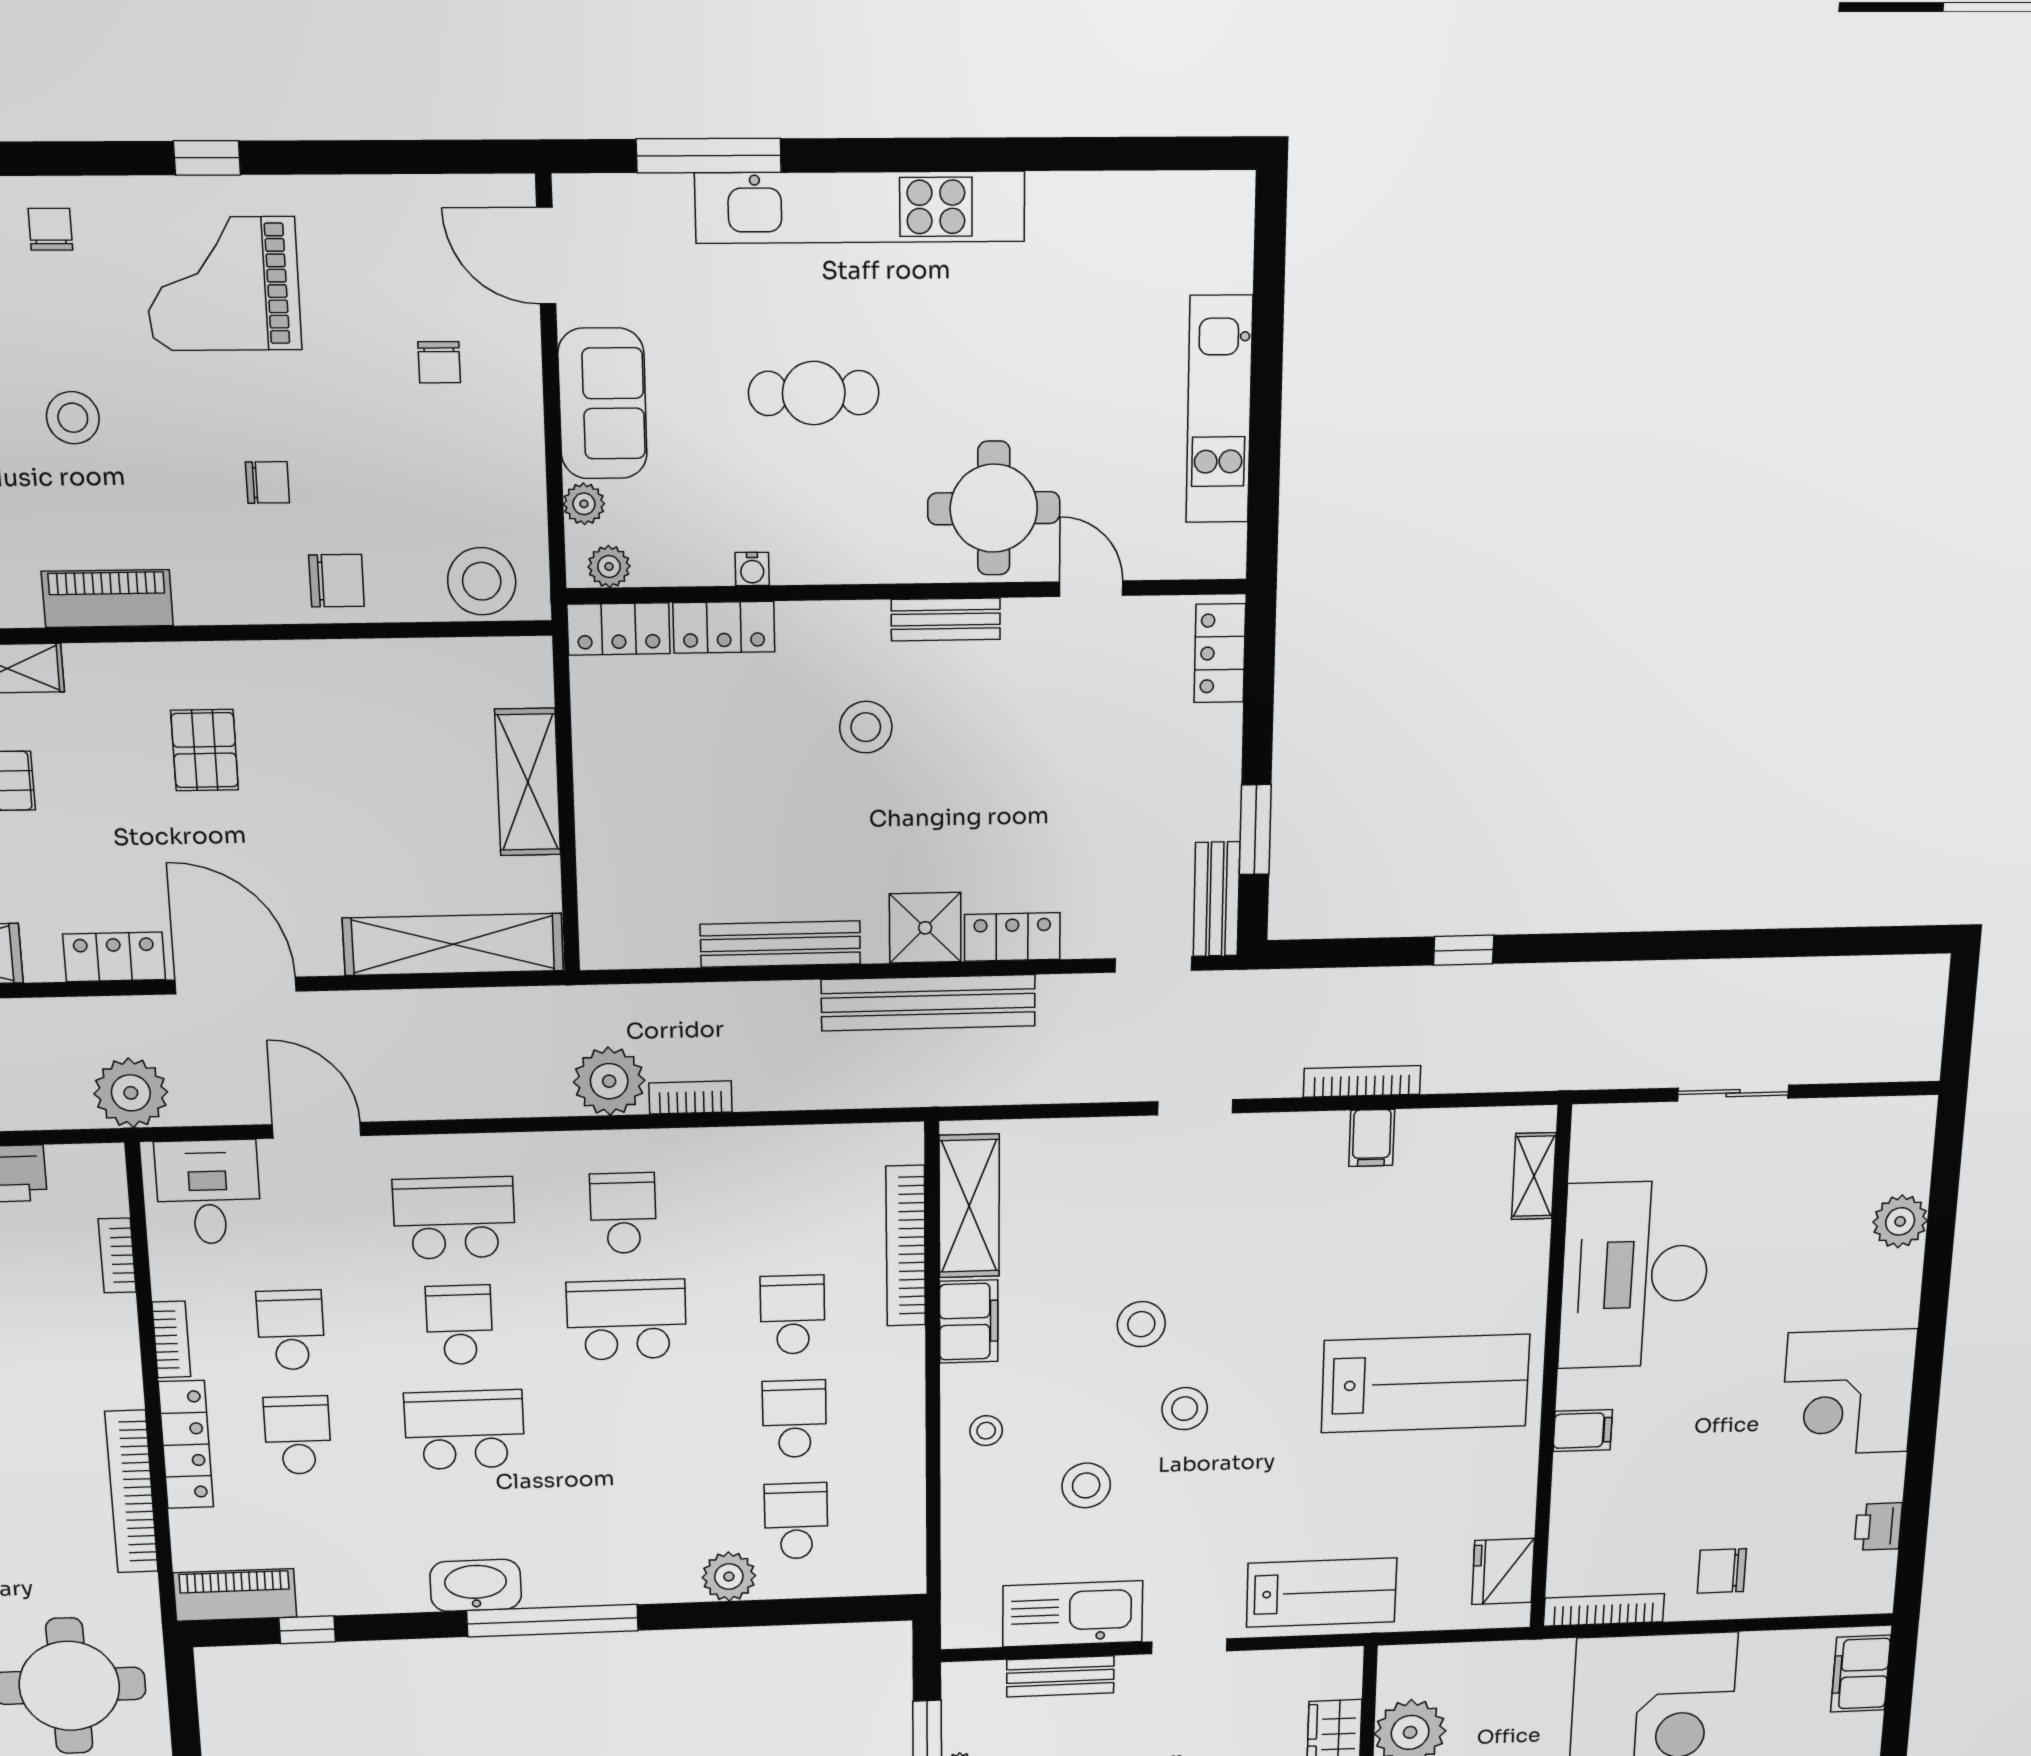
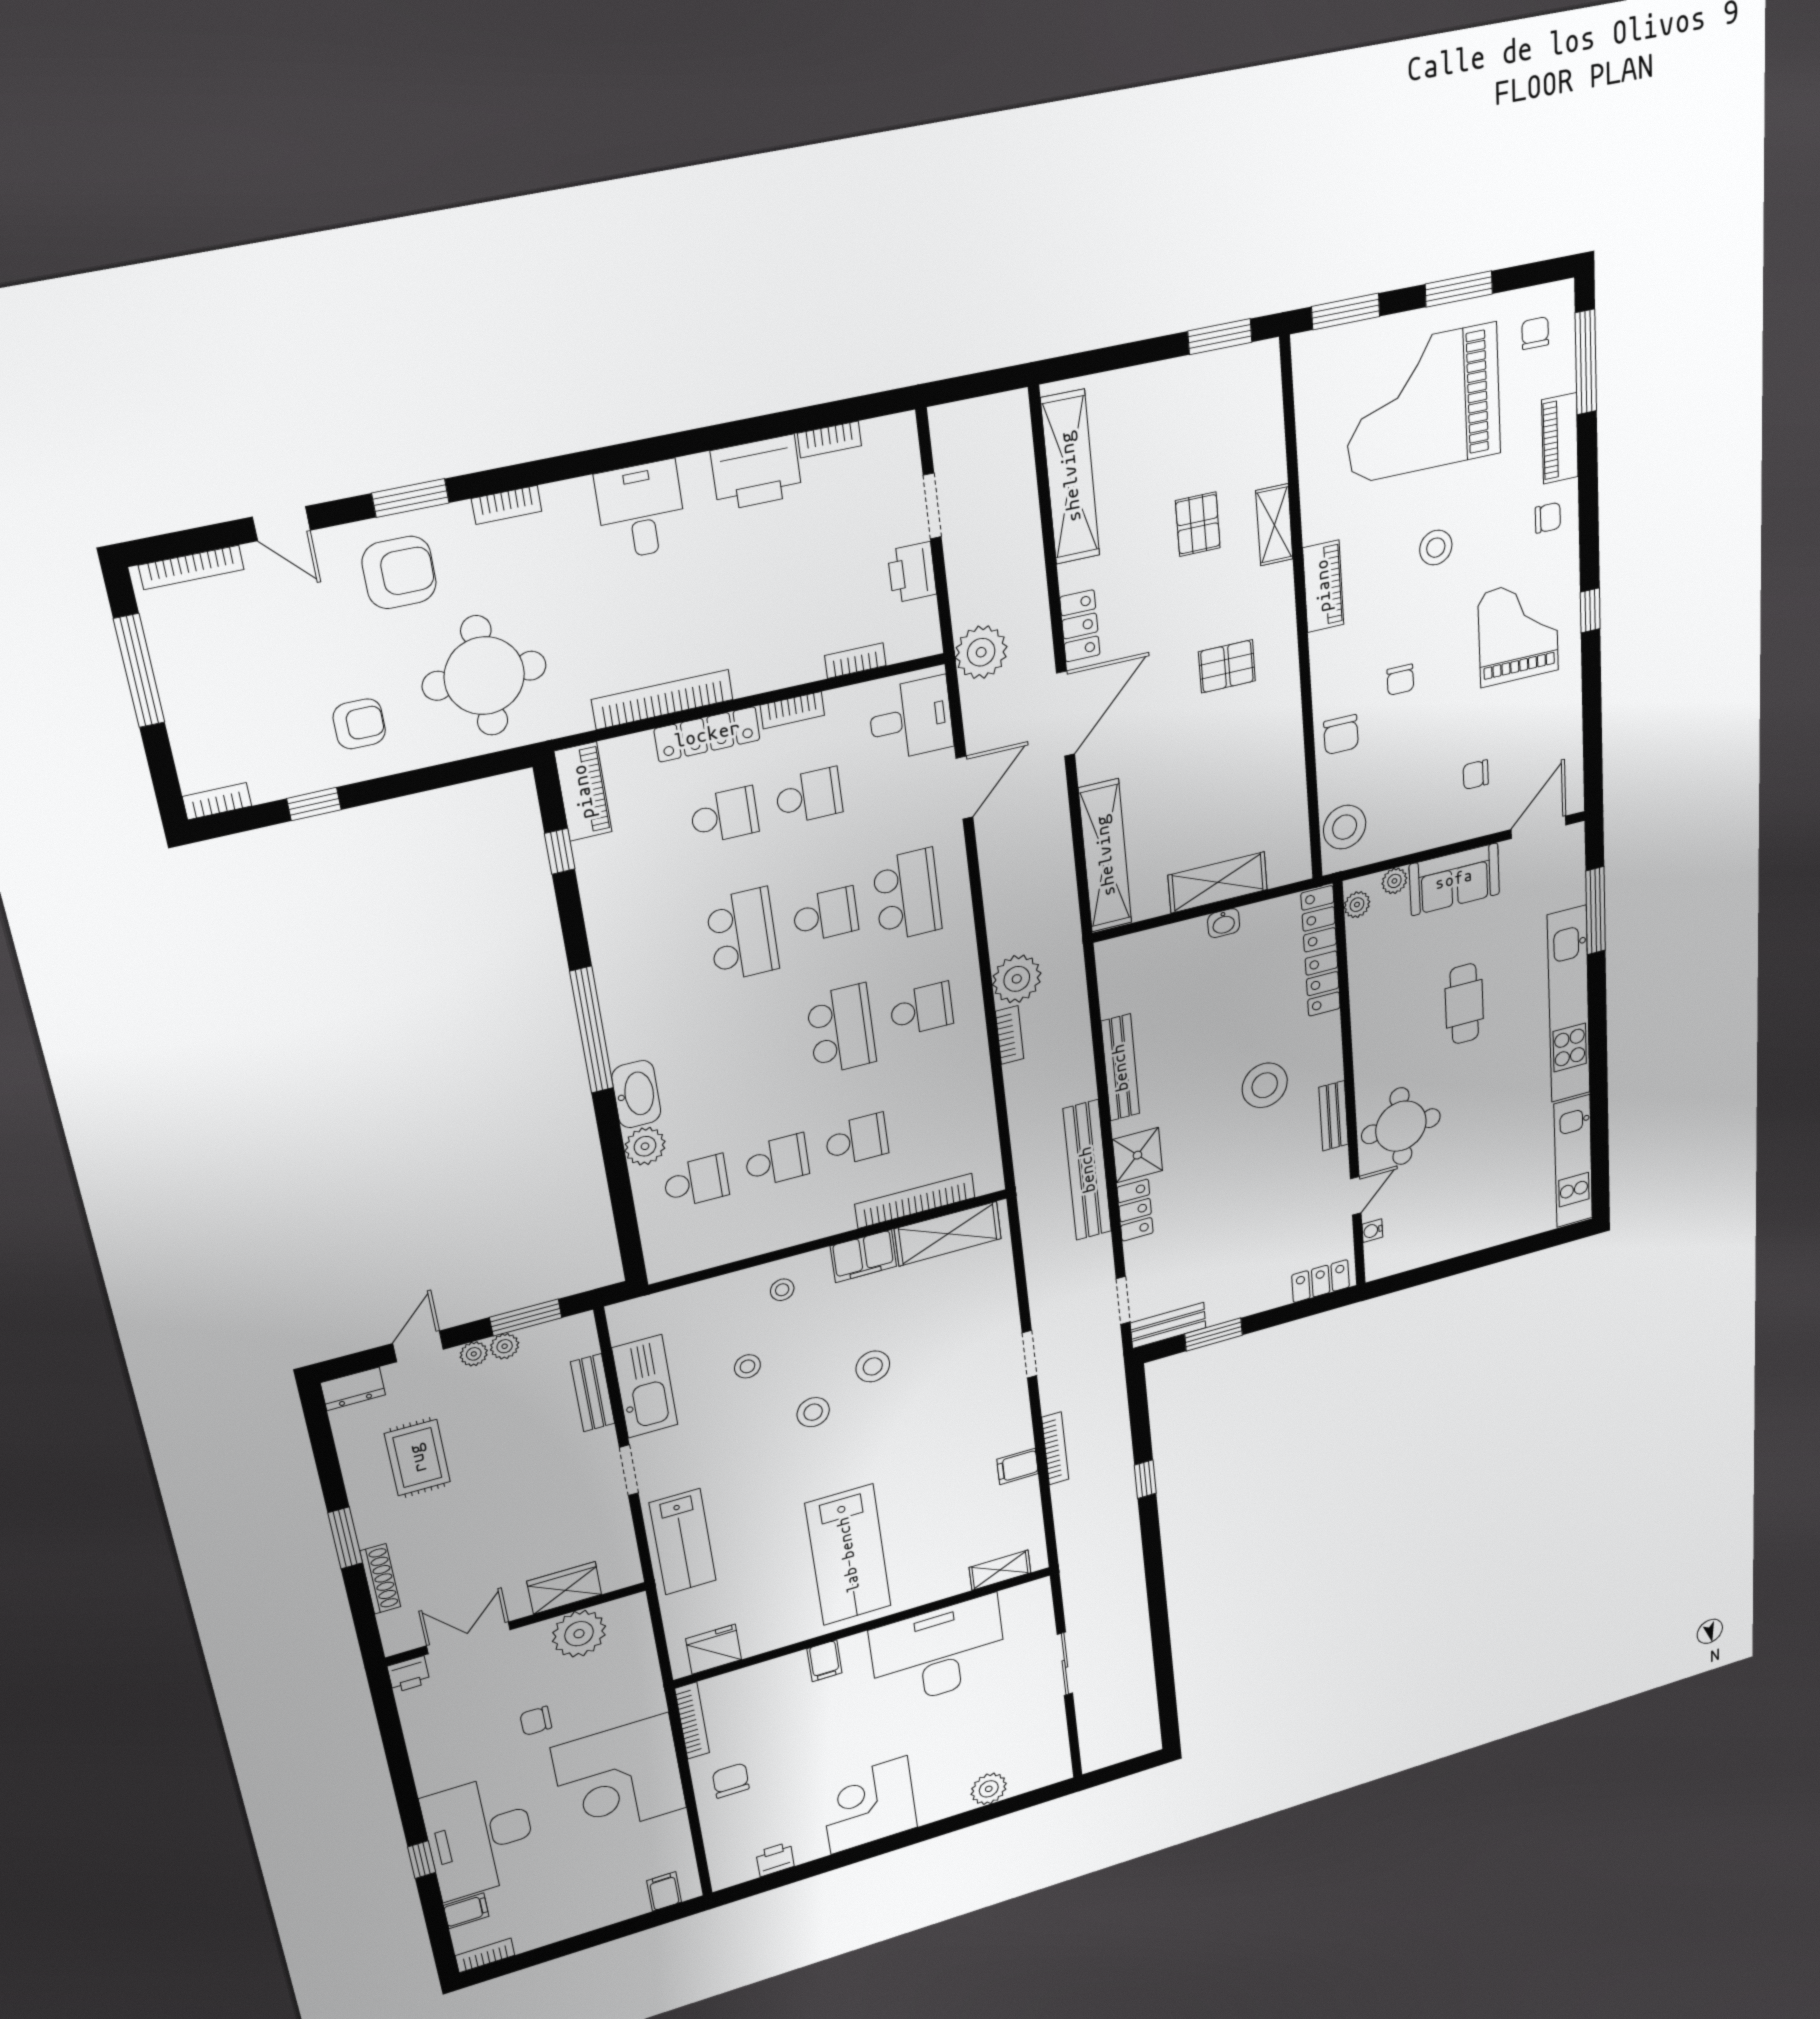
kitchen unit: (1219, 410) -> (1573, 1161), moved, turned -90
water cooler: (752, 569) -> (1372, 1231), moved
stool: (866, 727) -> (1265, 1085), width x1.38, depth x1.38
washbasin: (593, 777) -> (1224, 923), added
stool: (1086, 1485) -> (747, 1366), width x0.73, depth x0.73
washbasin: (476, 1585) -> (636, 1094), moved
filing cabinet: (1861, 1674) -> (664, 1891), width x0.50

